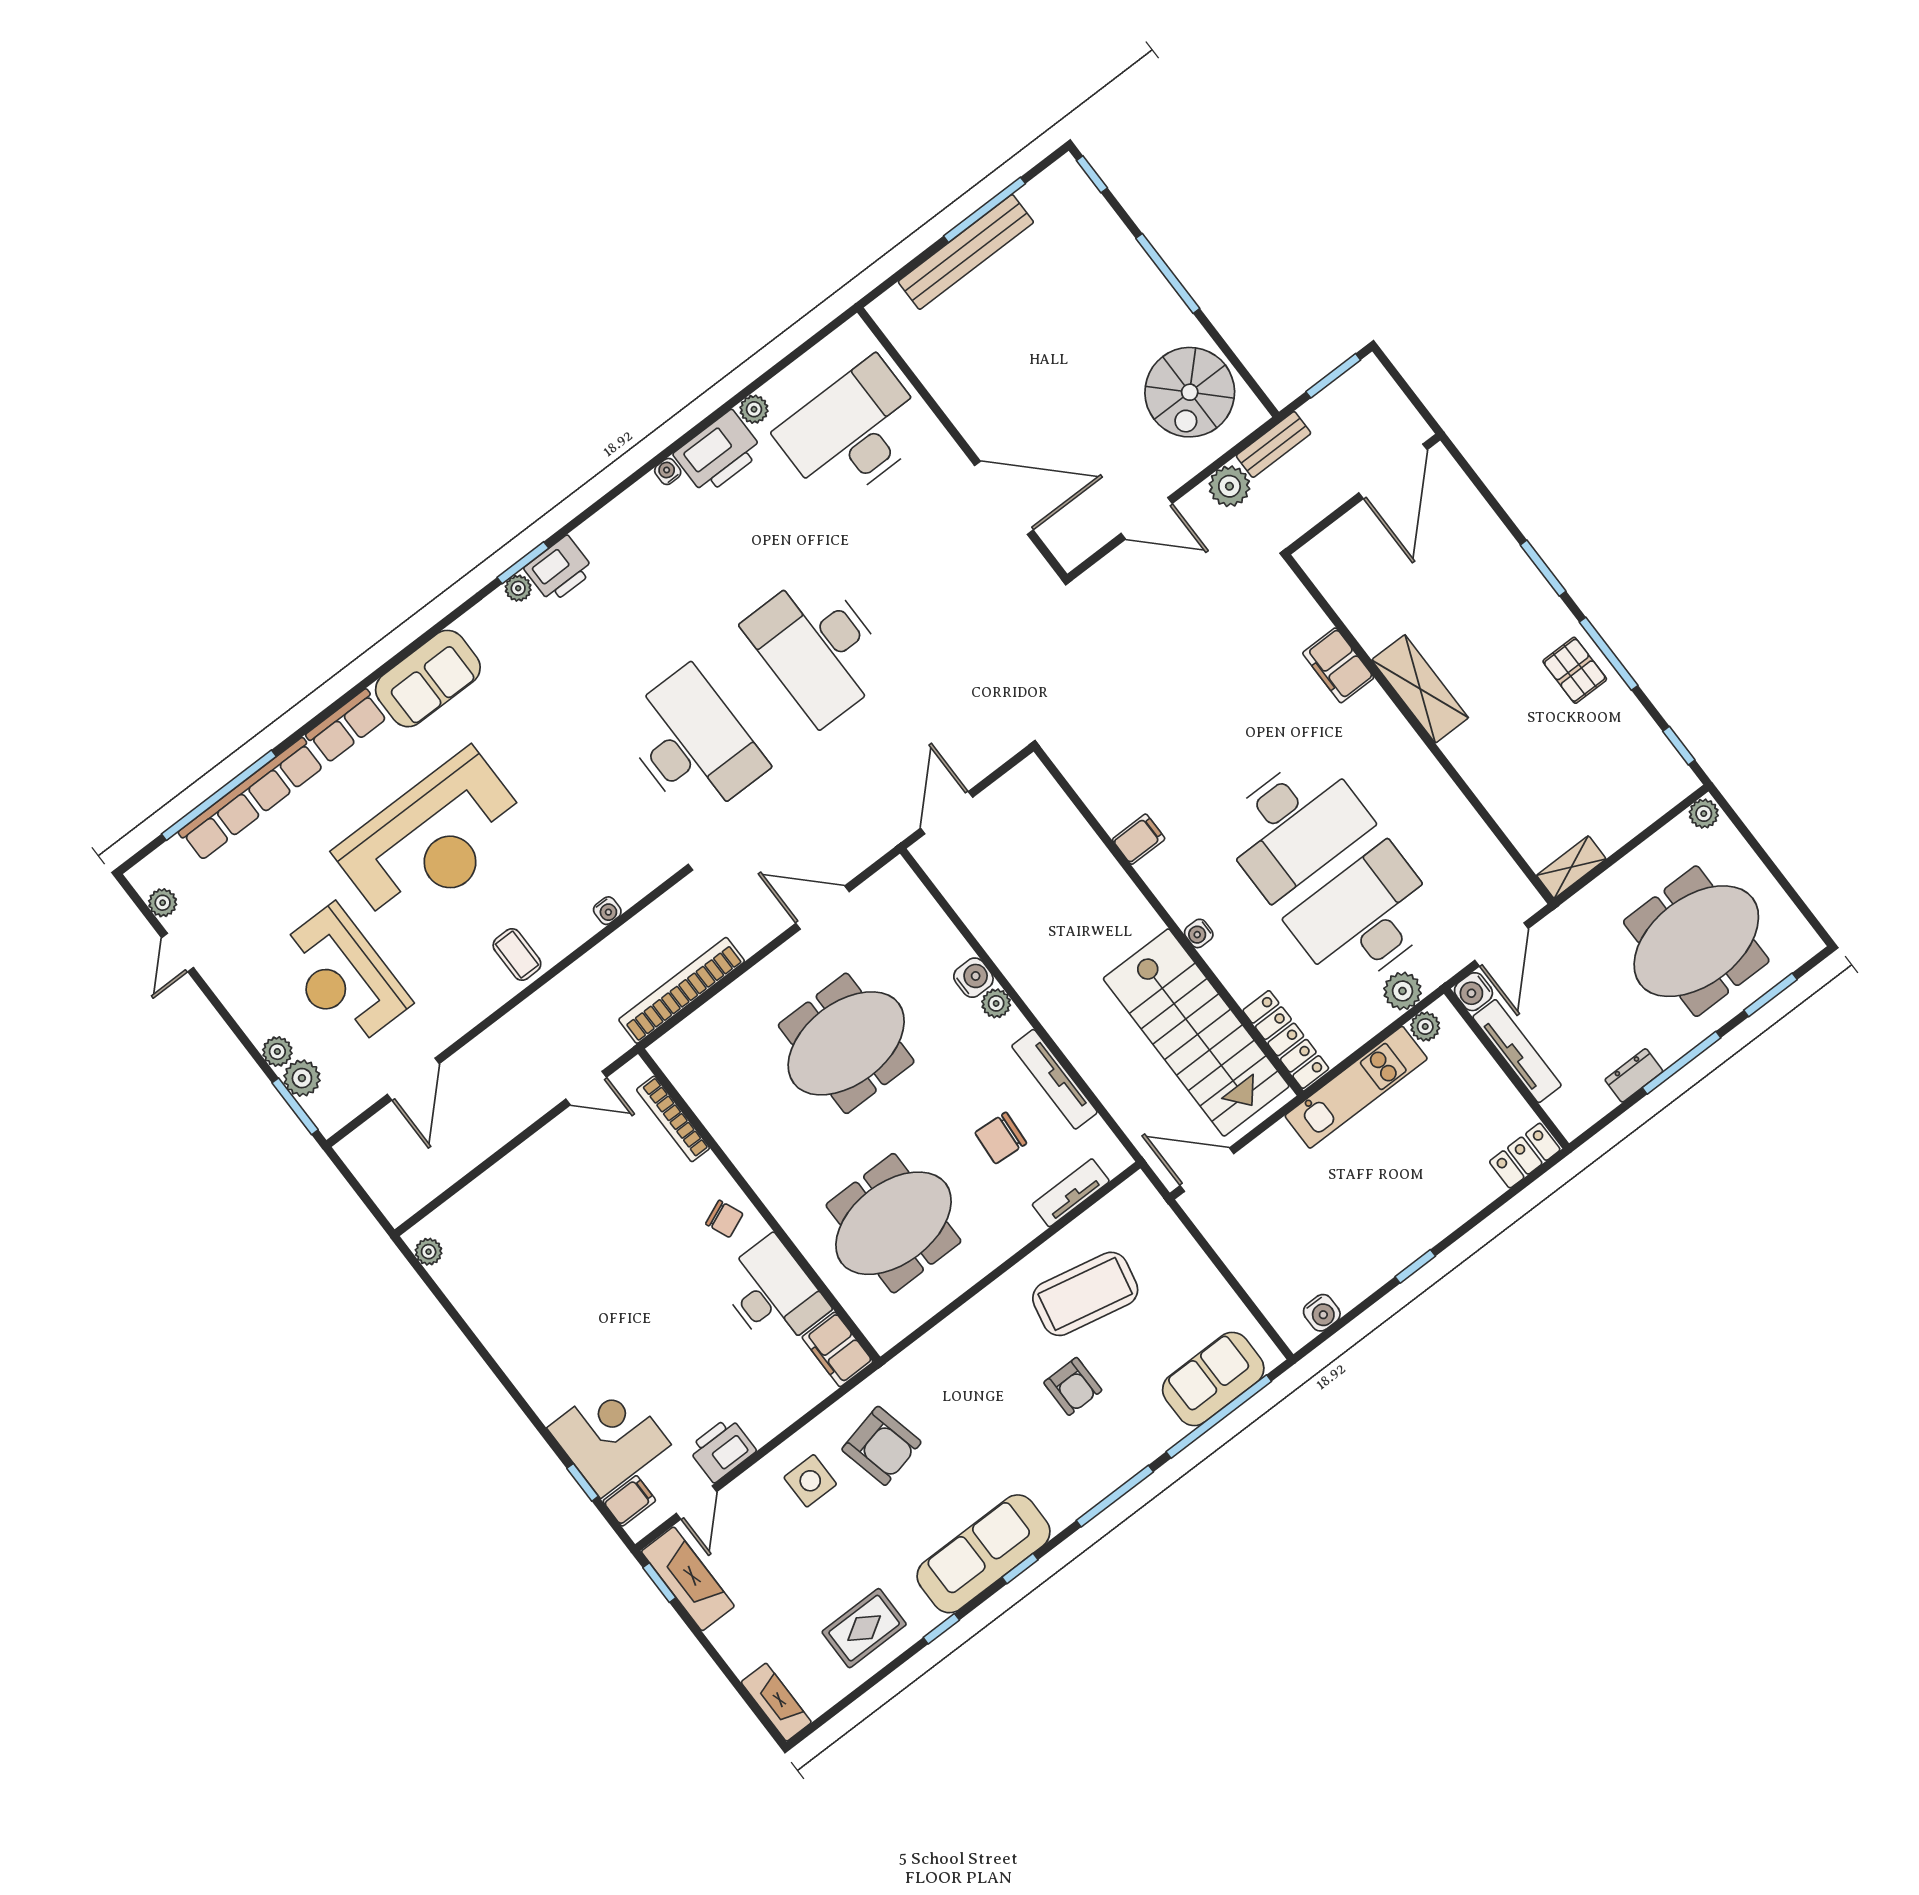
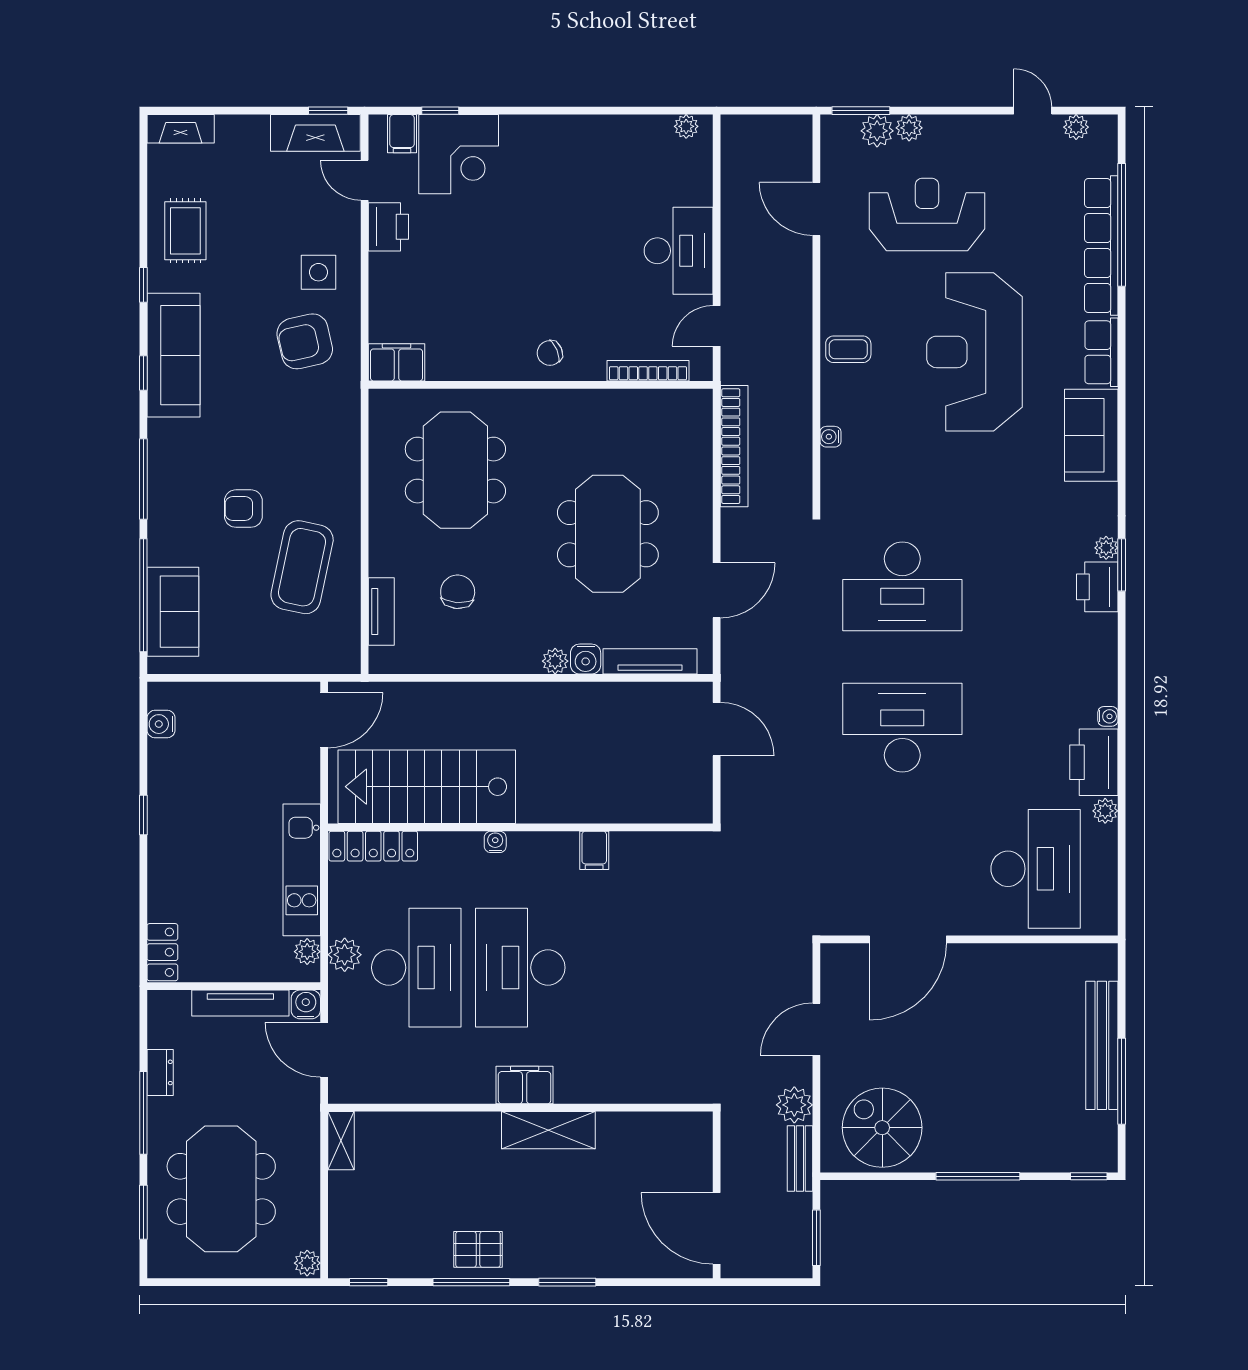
filing cabinet: (1338, 665) -> (525, 1085), moved
tv unit: (1054, 1079) -> (650, 661), moved
desk: (773, 1294) -> (679, 251), moved, turned -90

